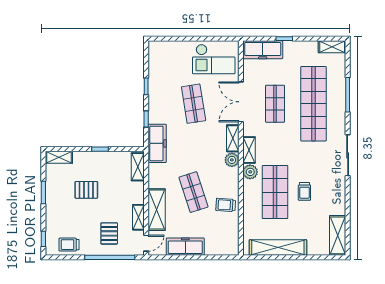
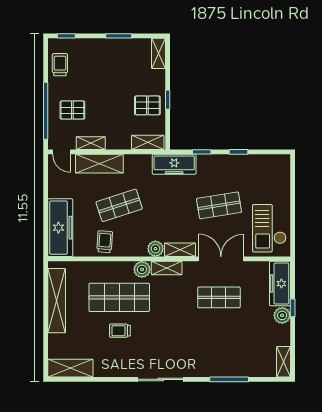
plant: (291, 48) -> (282, 315), added
shop shelf: (314, 104) -> (219, 341), removed
pallet: (86, 190) -> (147, 105), moved, turned 90
freezer: (185, 247) -> (60, 228), moved, width x1.36, depth x1.26

